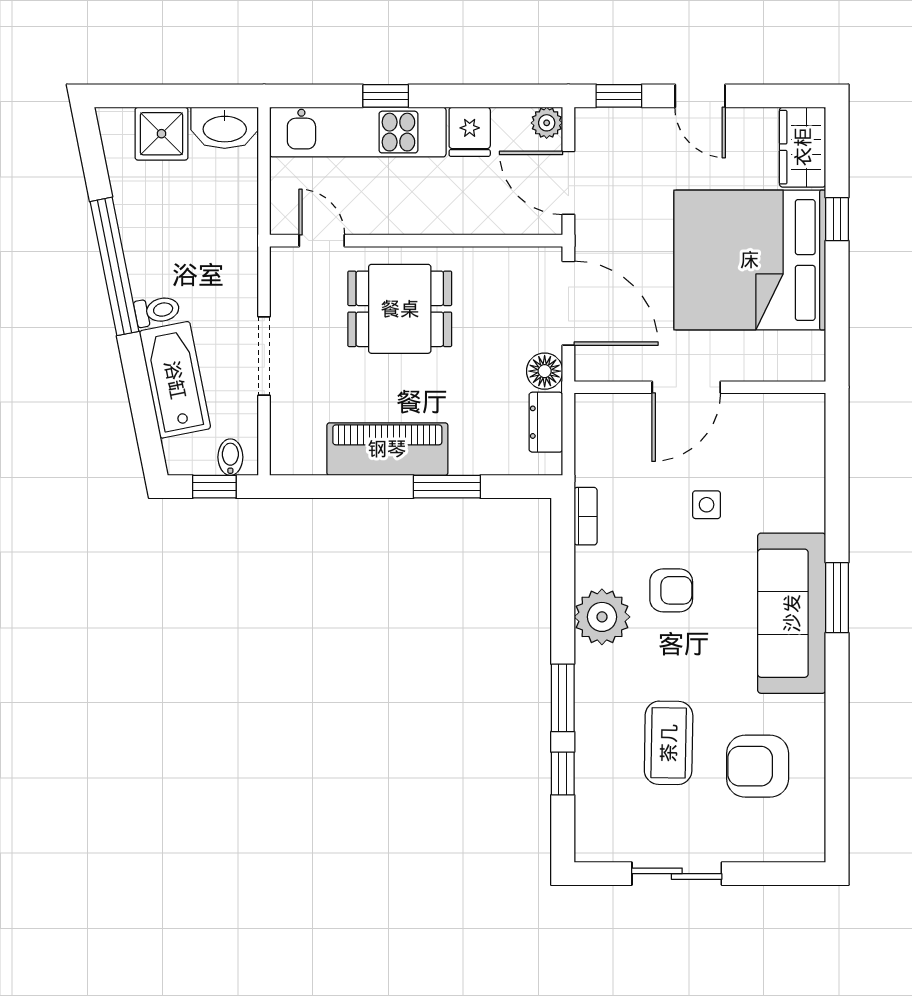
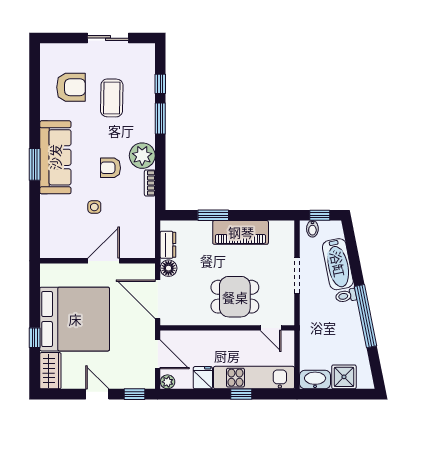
bookcase: (586, 516) -> (150, 183), moved

